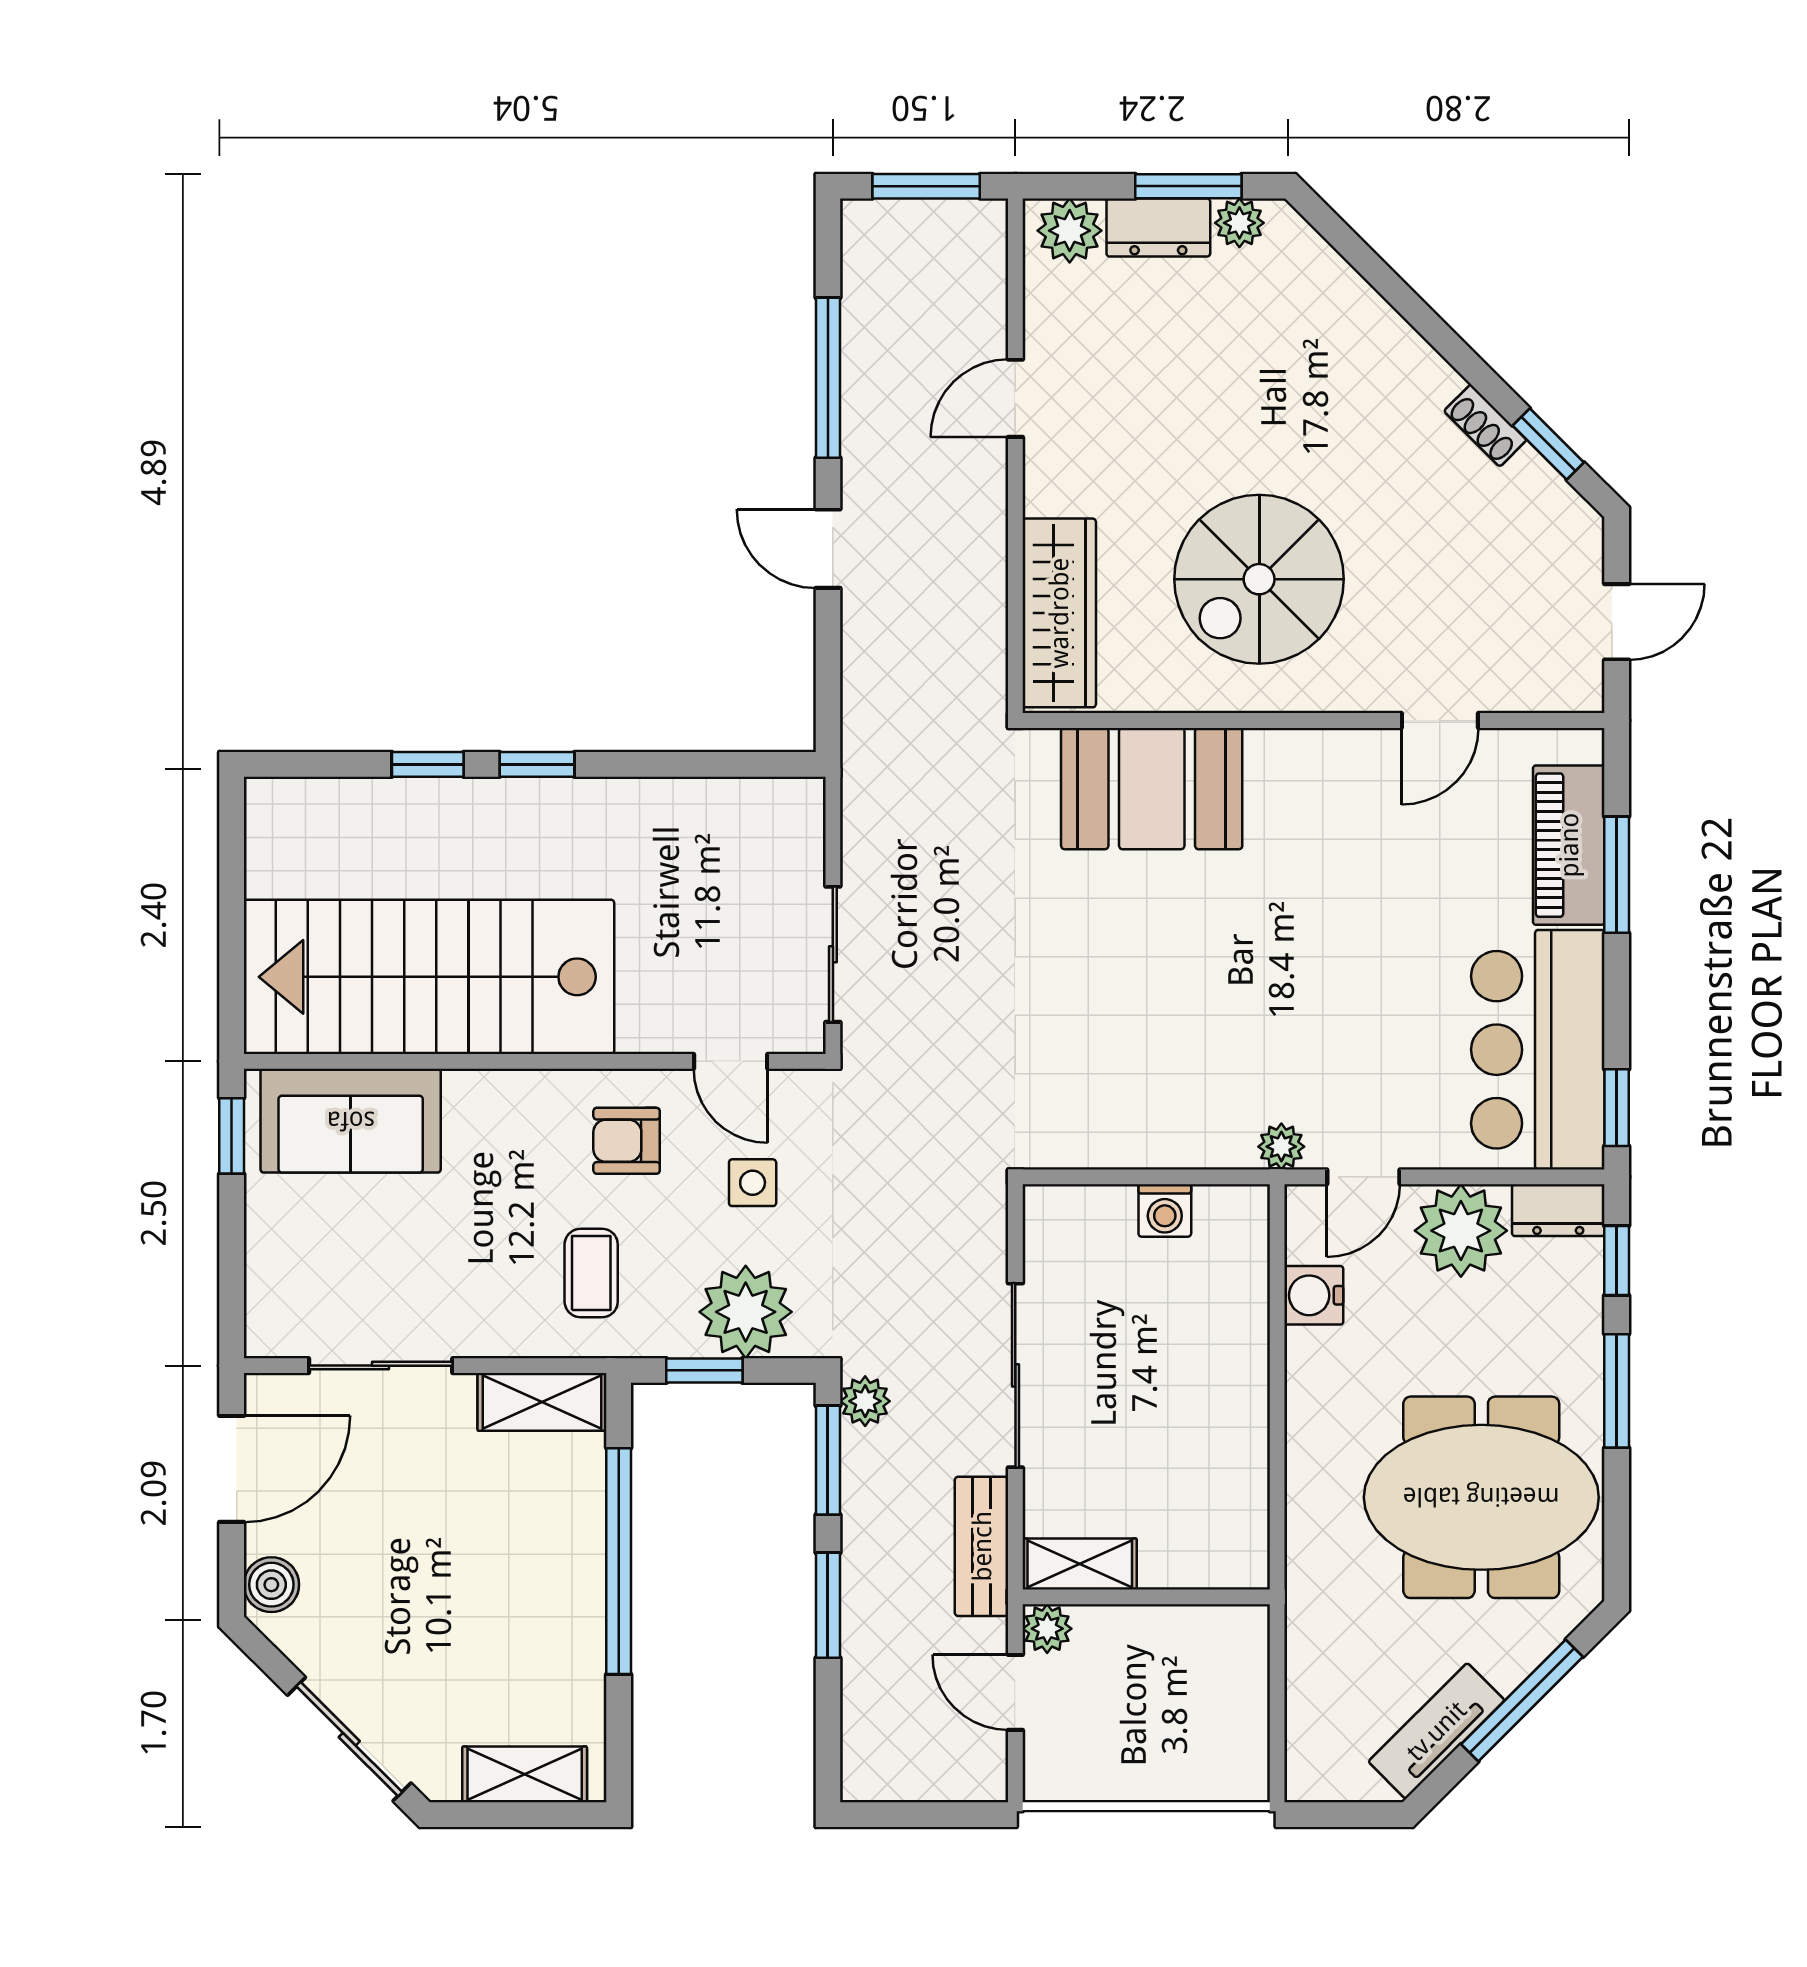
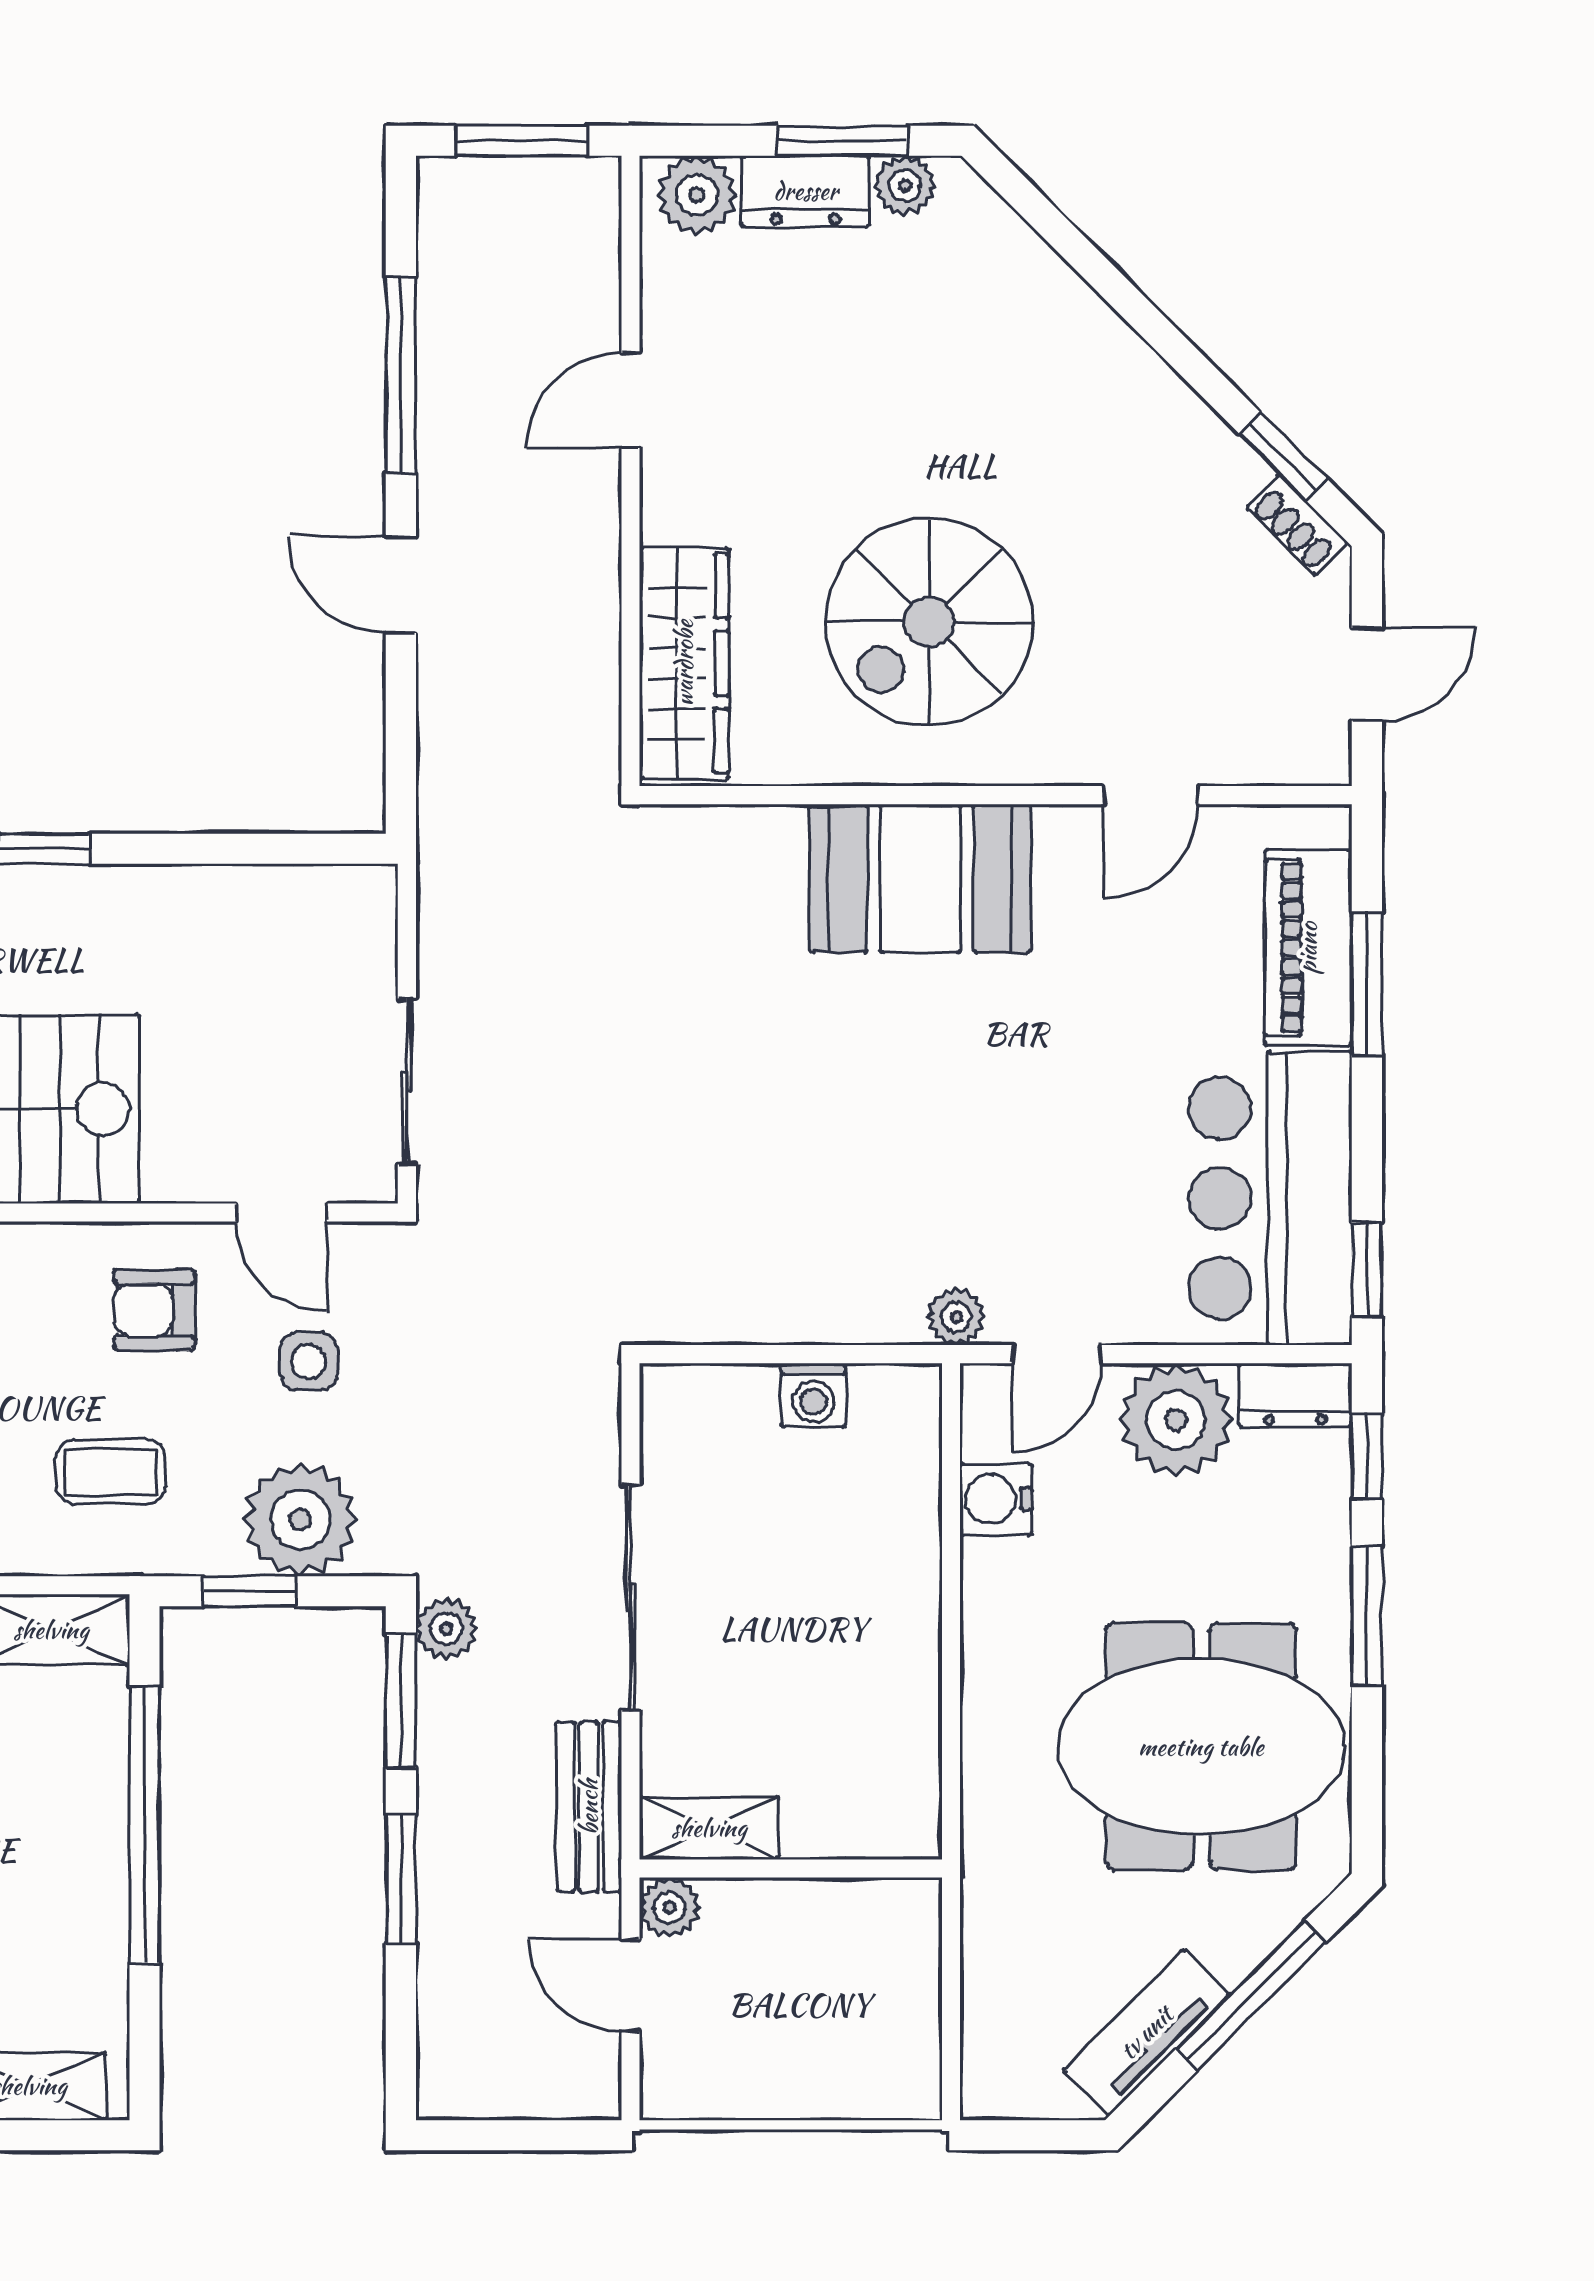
shoe rack: (1485, 425) -> (1297, 525), moved
booth: (1152, 789) -> (920, 878), moved
coffee table: (591, 1273) -> (111, 1472), turned 90

